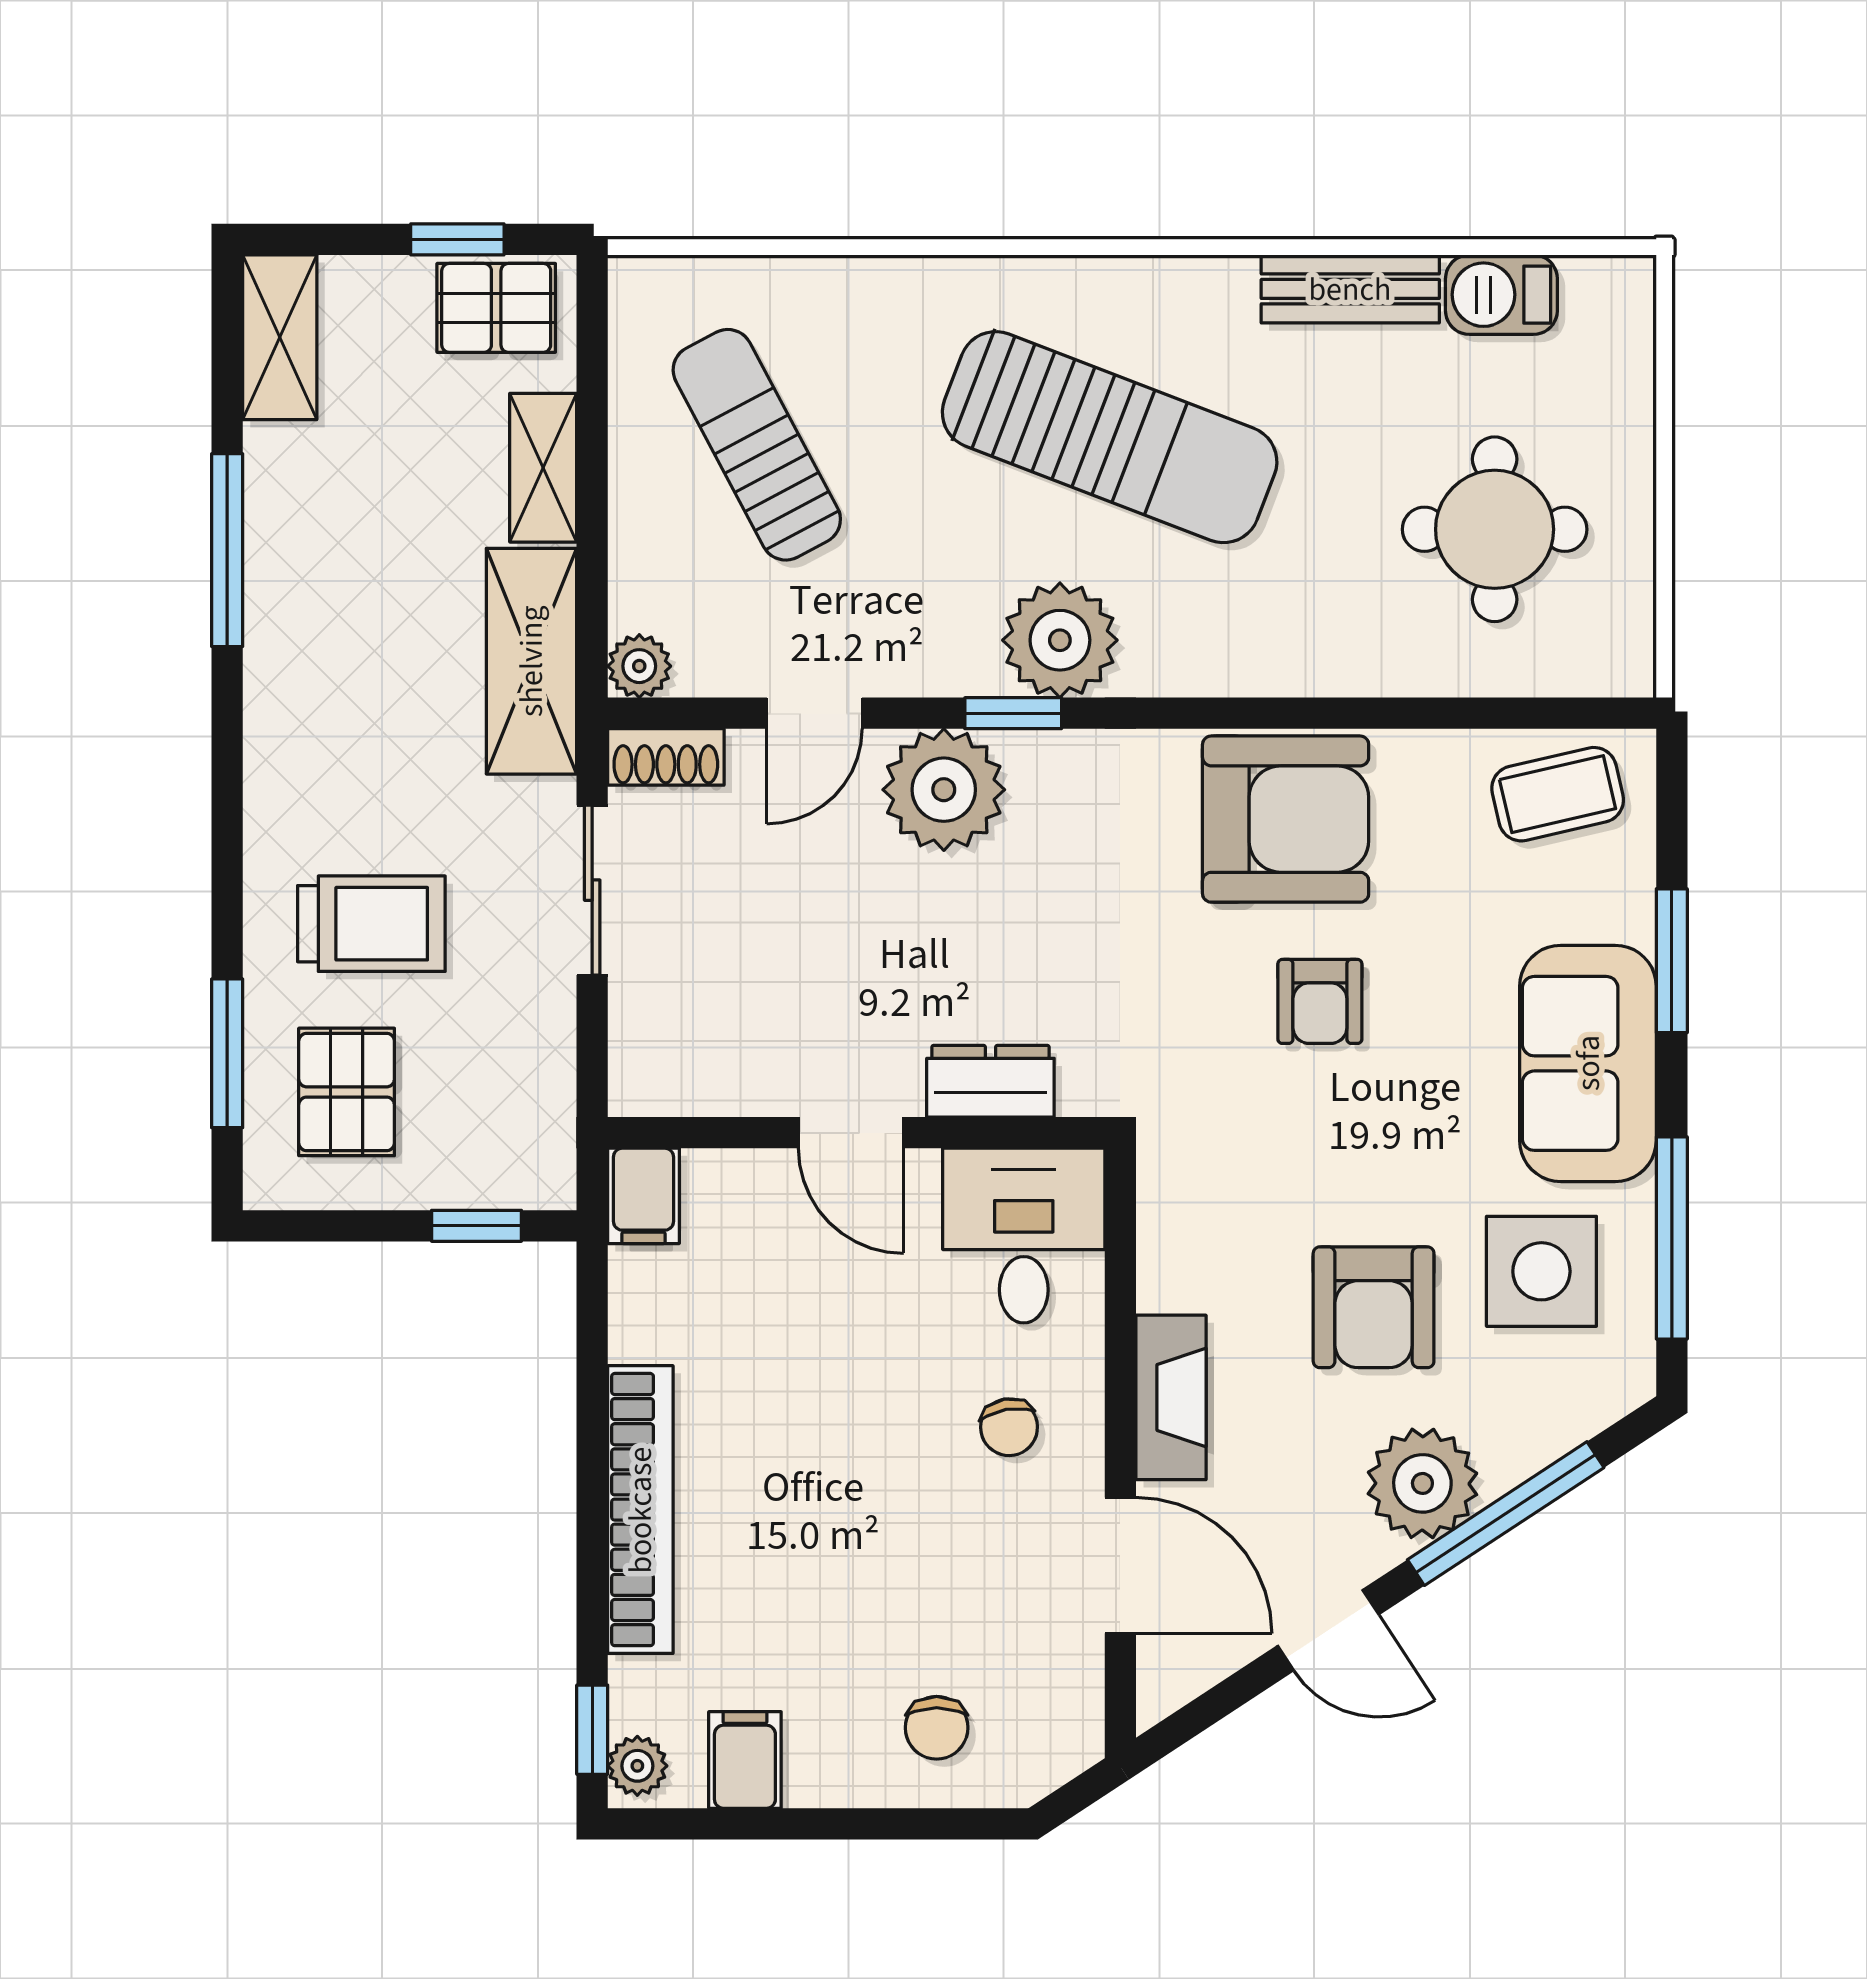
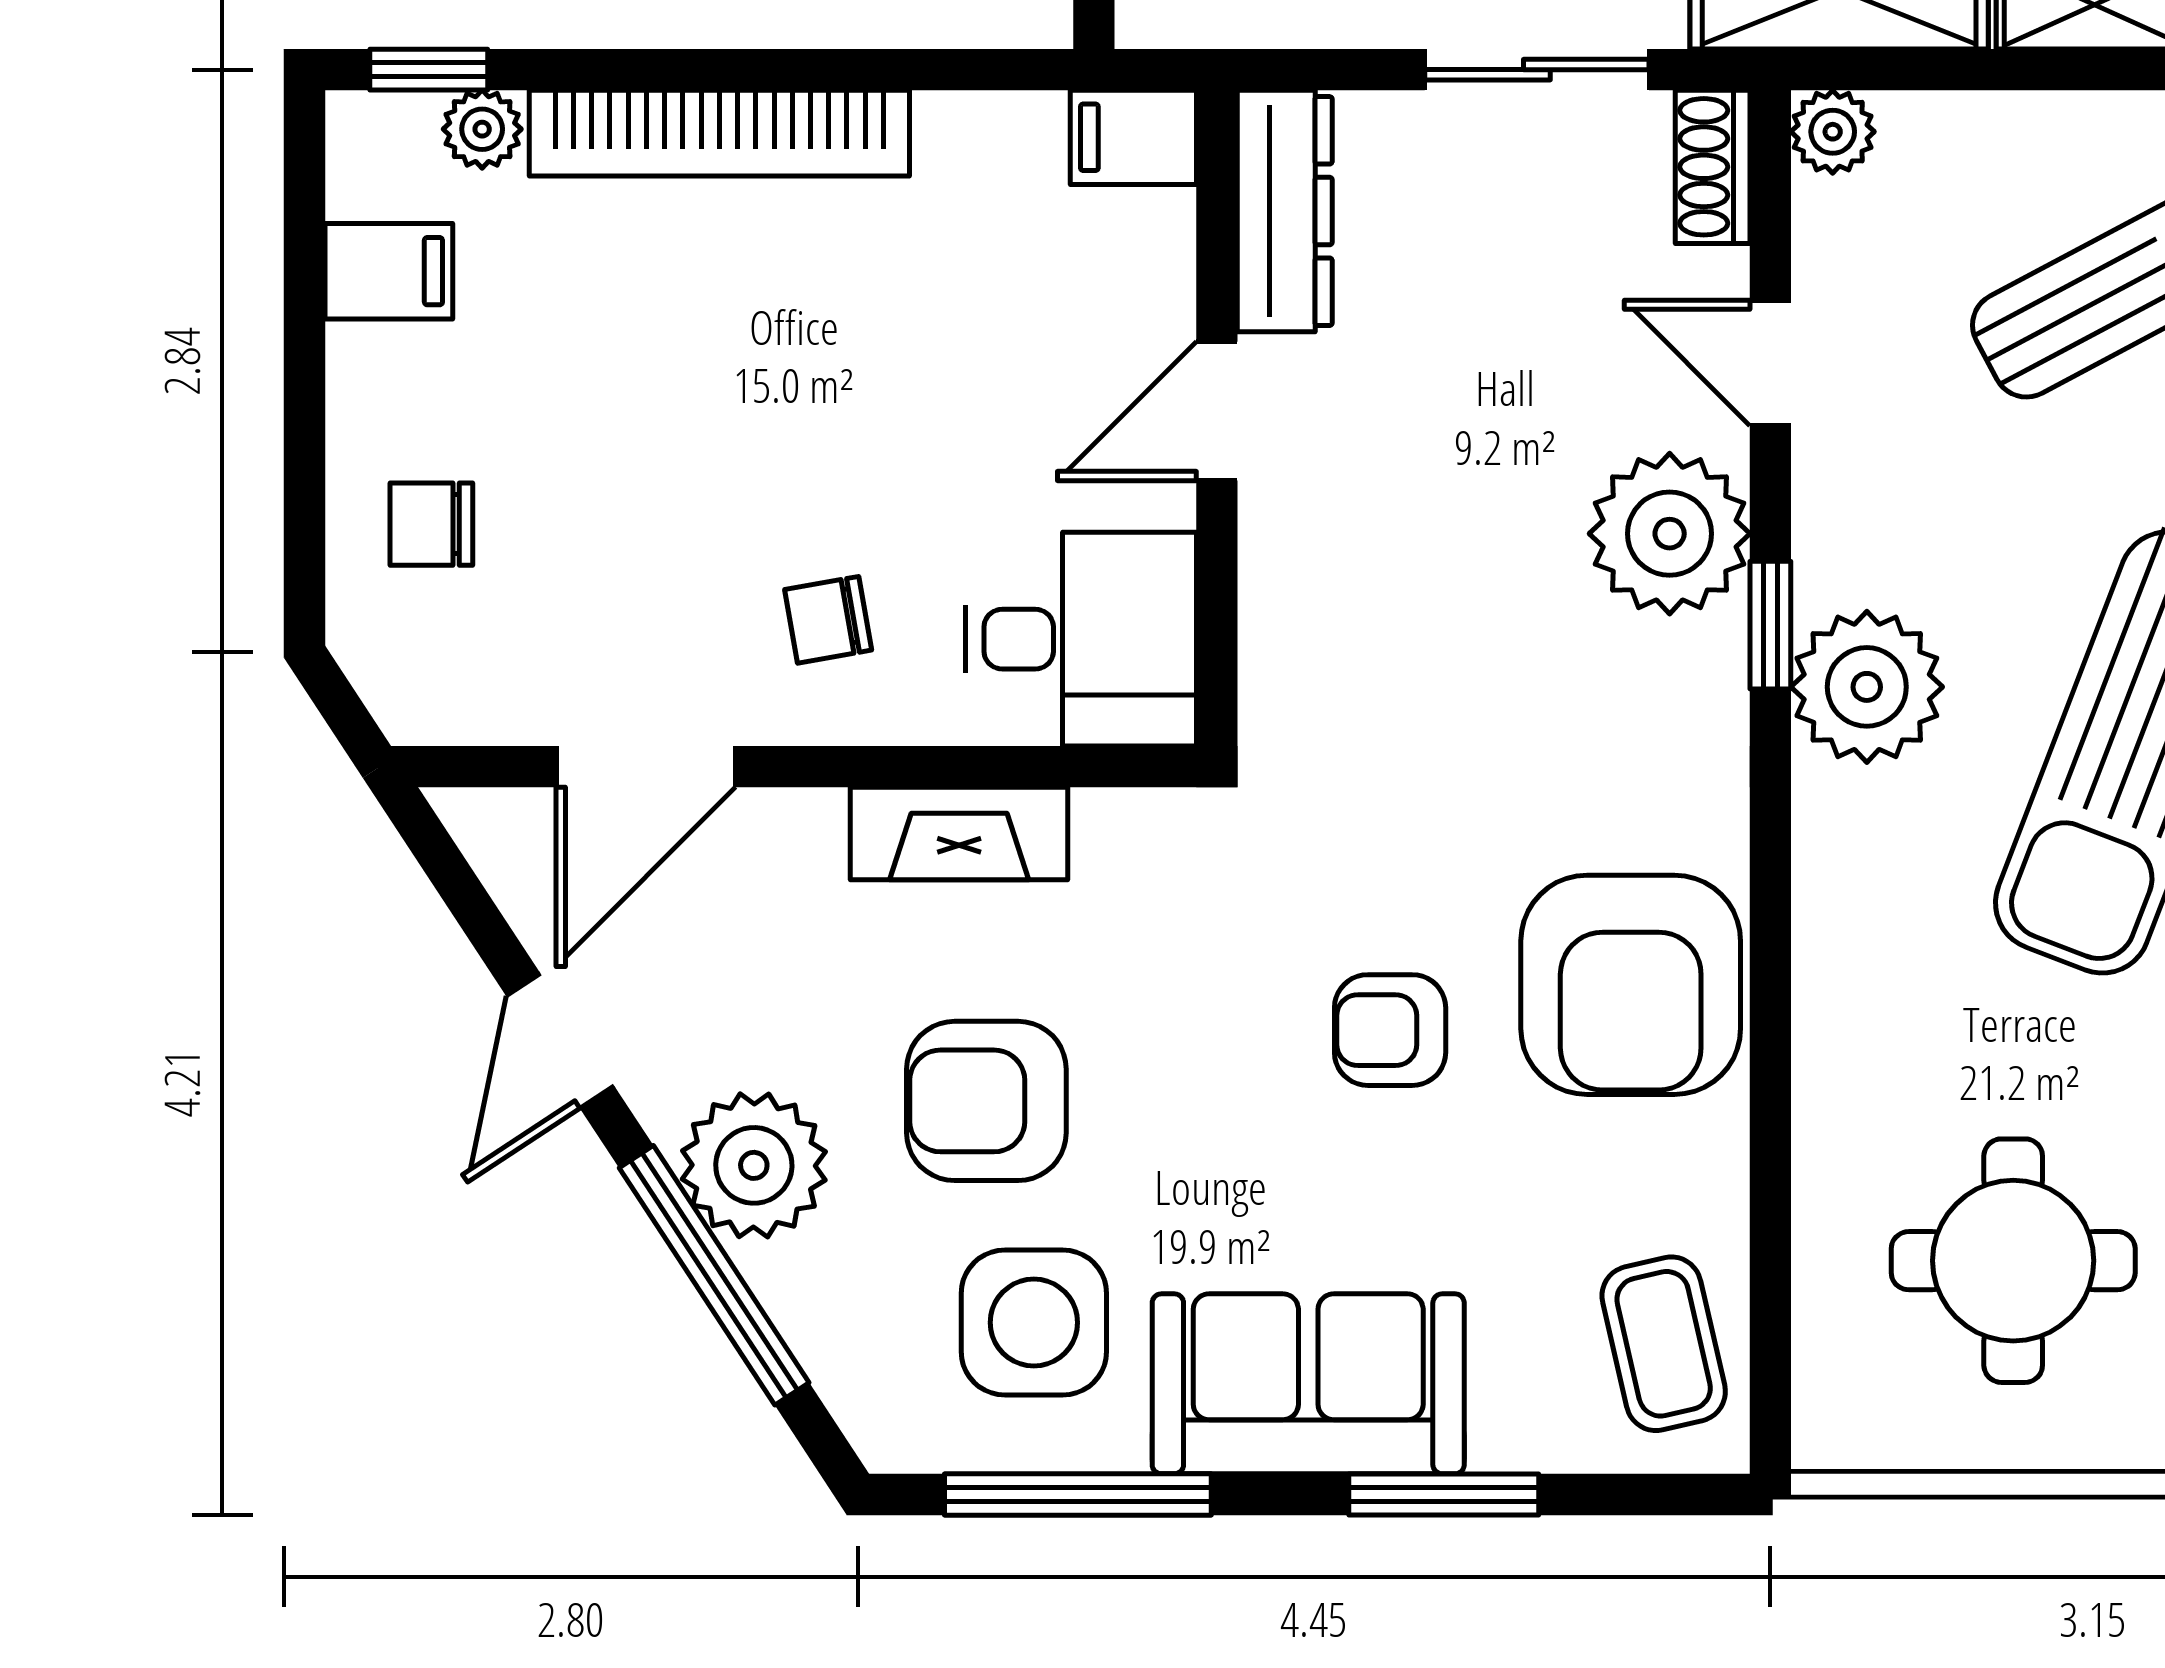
dresser: (990, 1081) -> (1285, 211), moved, width x1.44
fireplace: (1171, 1397) -> (959, 834), moved
plant: (637, 1766) -> (482, 129), moved

